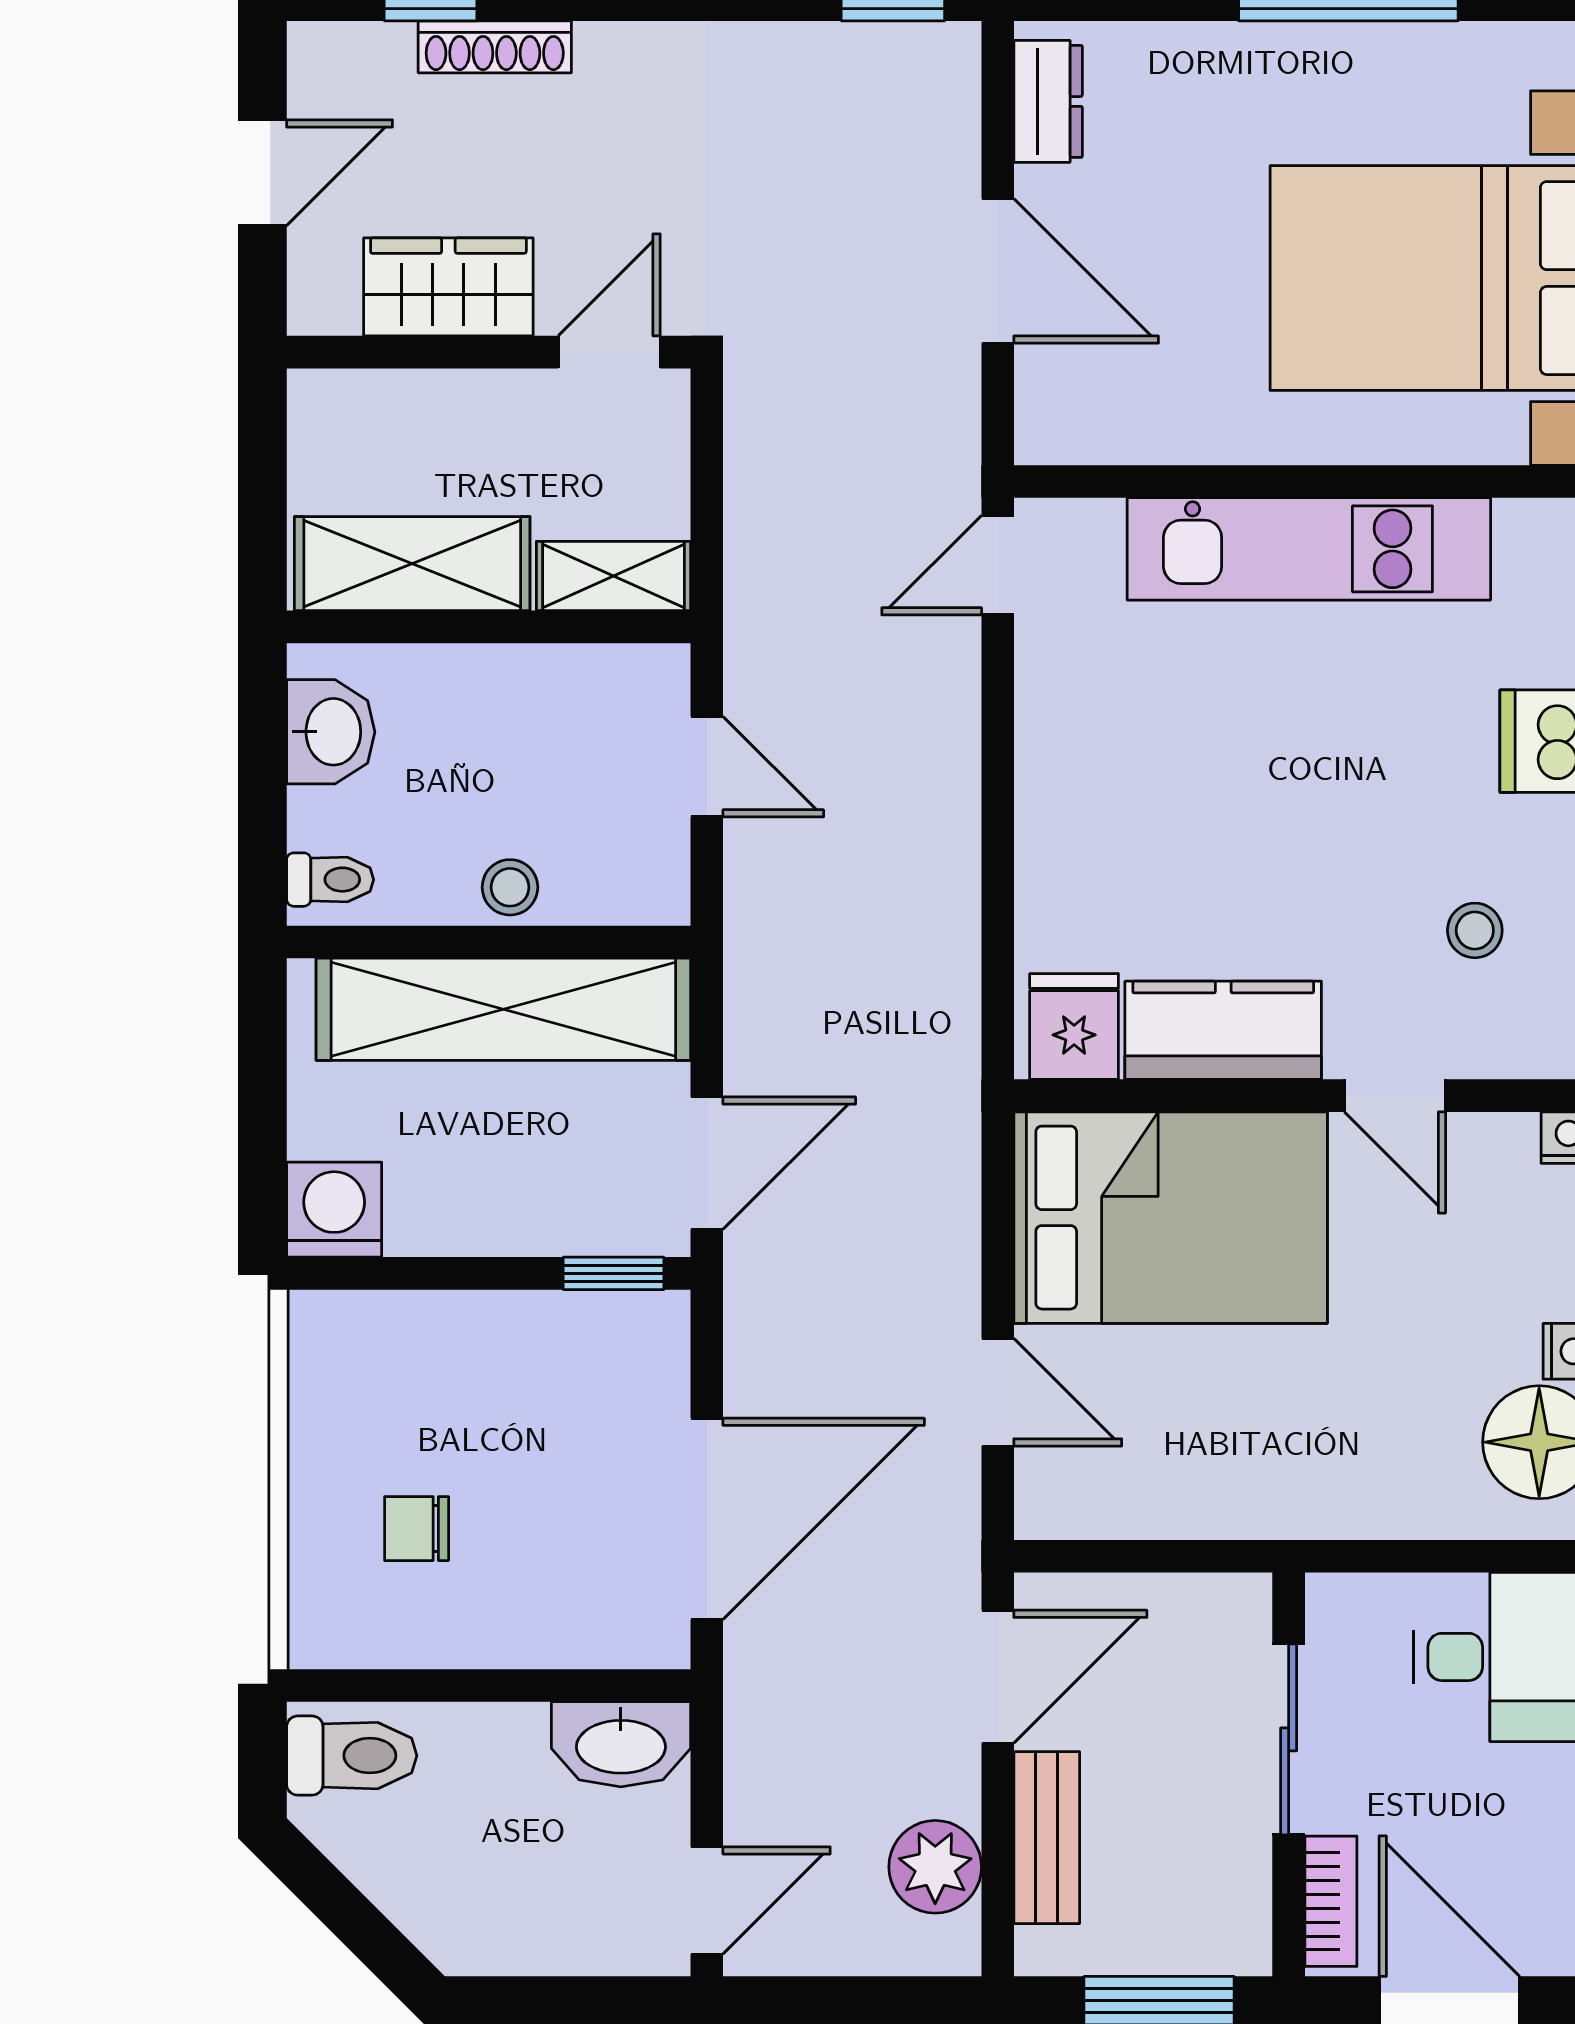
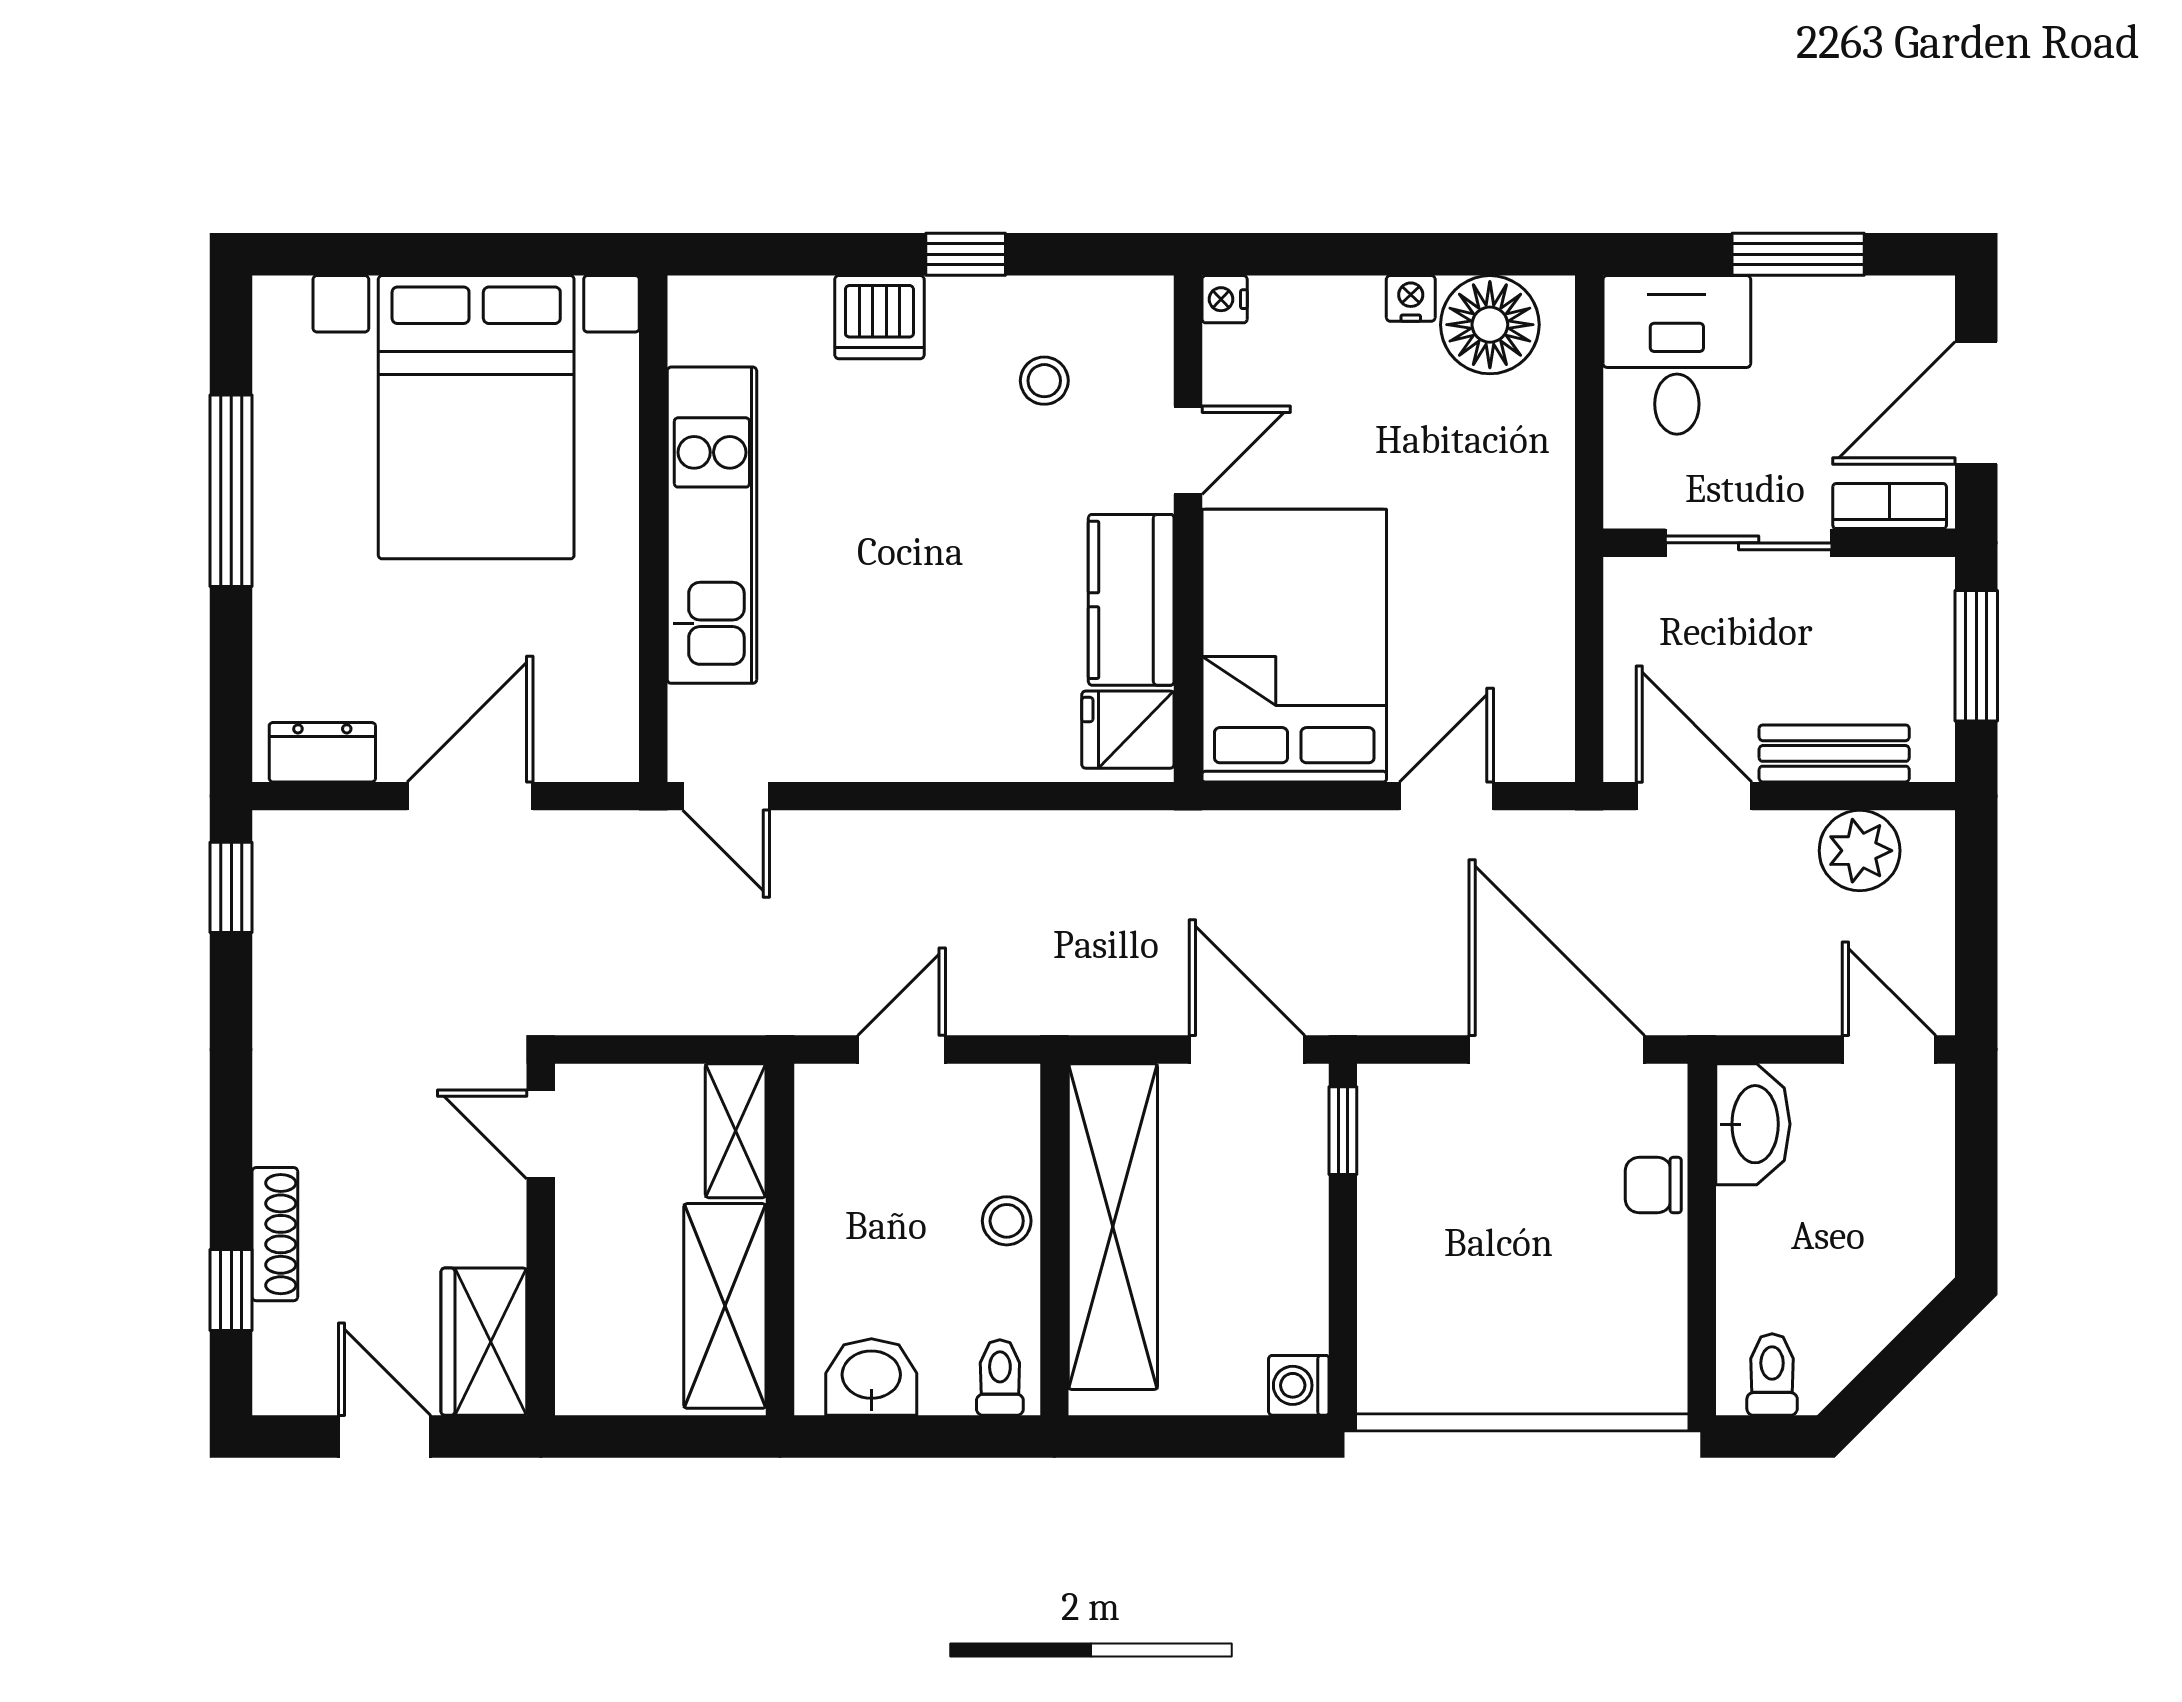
wardrobe: (448, 287) -> (484, 1342), moved
washing machine: (334, 1210) -> (1299, 1385), width x0.73, depth x0.73
chair: (417, 1529) -> (1653, 1185), moved, turned 90
toilet: (352, 1756) -> (1772, 1374), width x0.73, depth x0.72

